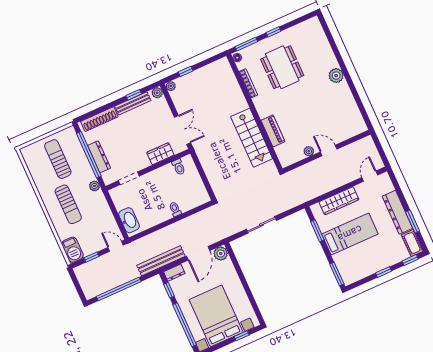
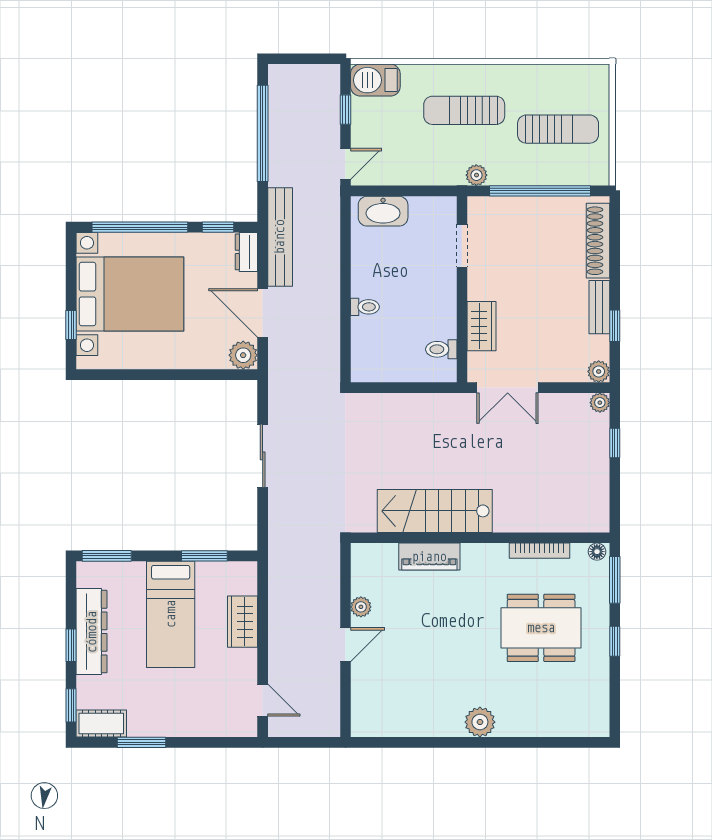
bench: (133, 103) -> (599, 307), width x0.73
dresser: (99, 157) -> (527, 208), removed
wardrobe: (339, 201) -> (243, 622), width x0.67
dresser: (397, 212) -> (92, 632), moved, turned 90

